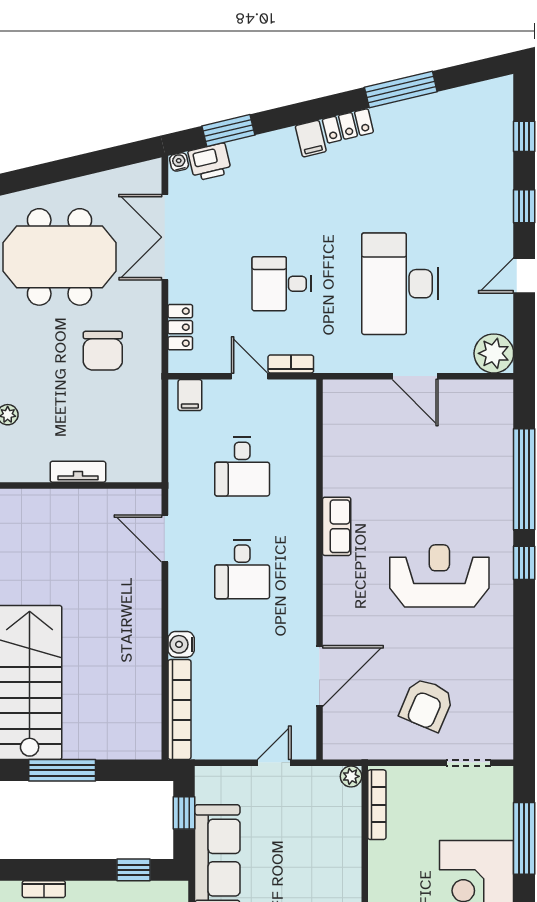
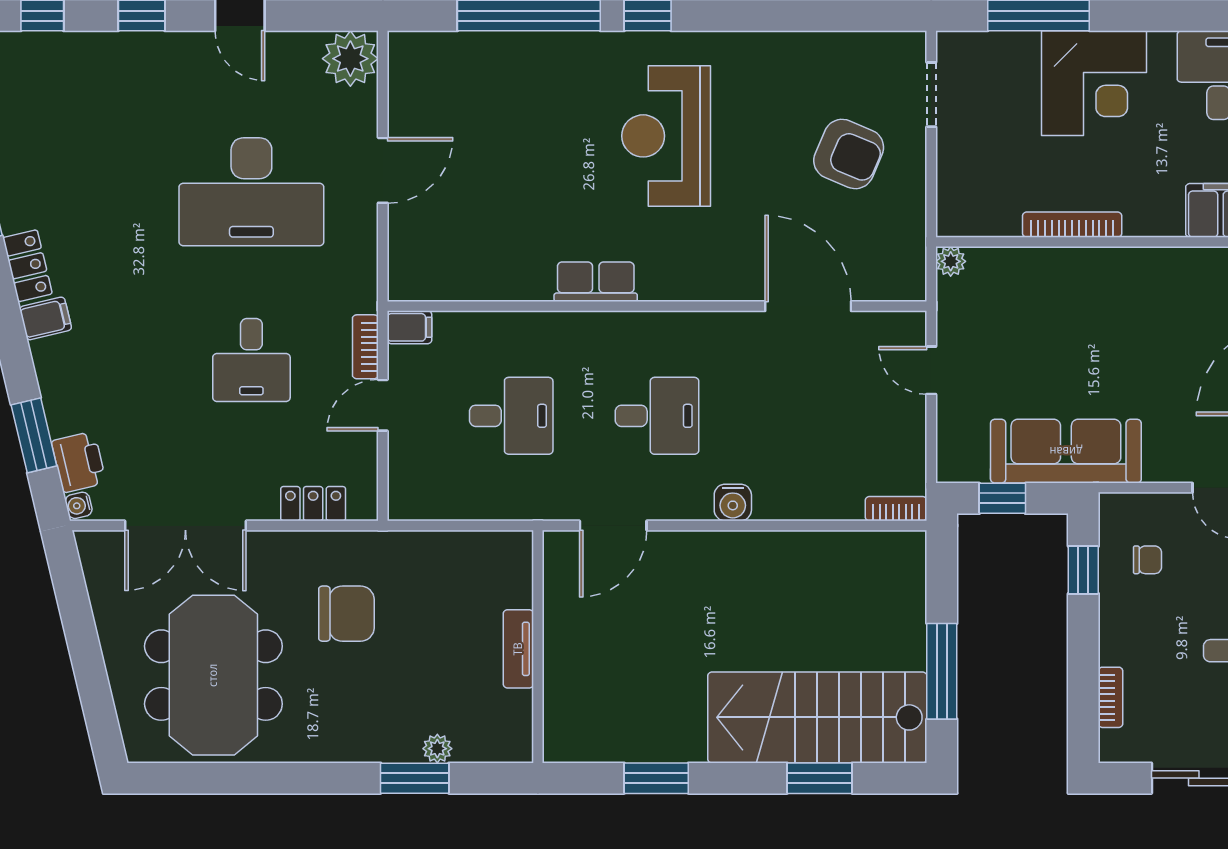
filing cabinet: (190, 395) -> (409, 327), moved
water cooler: (181, 644) -> (733, 502), moved
bookcase: (179, 710) -> (896, 509), width x0.43, depth x0.76
bookcase: (377, 805) -> (1072, 225), moved

